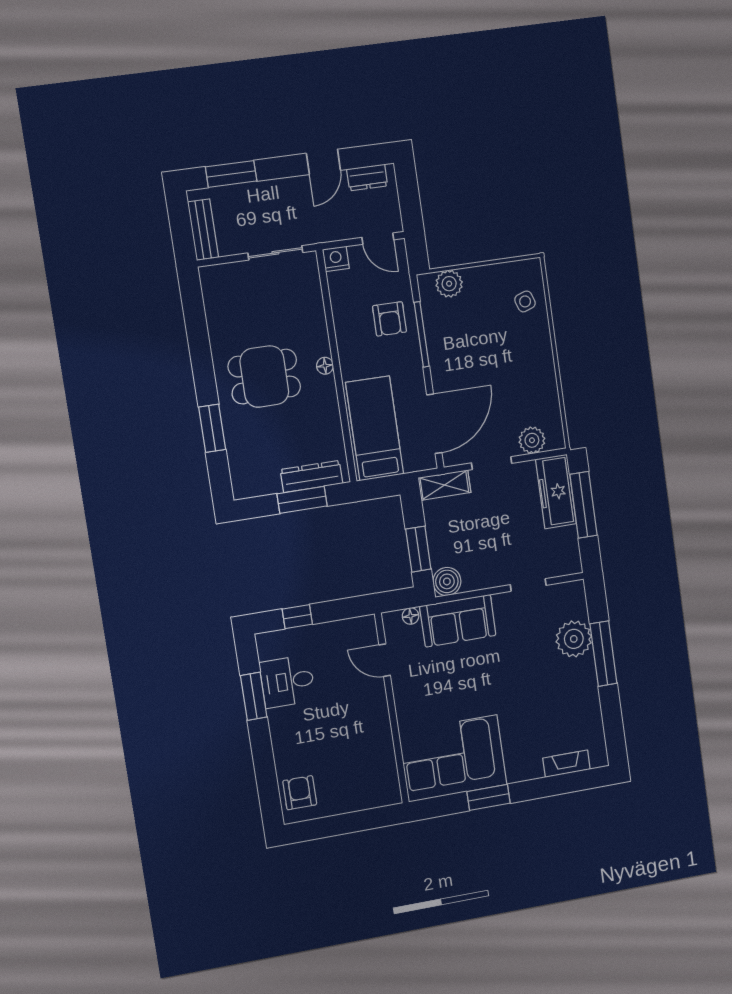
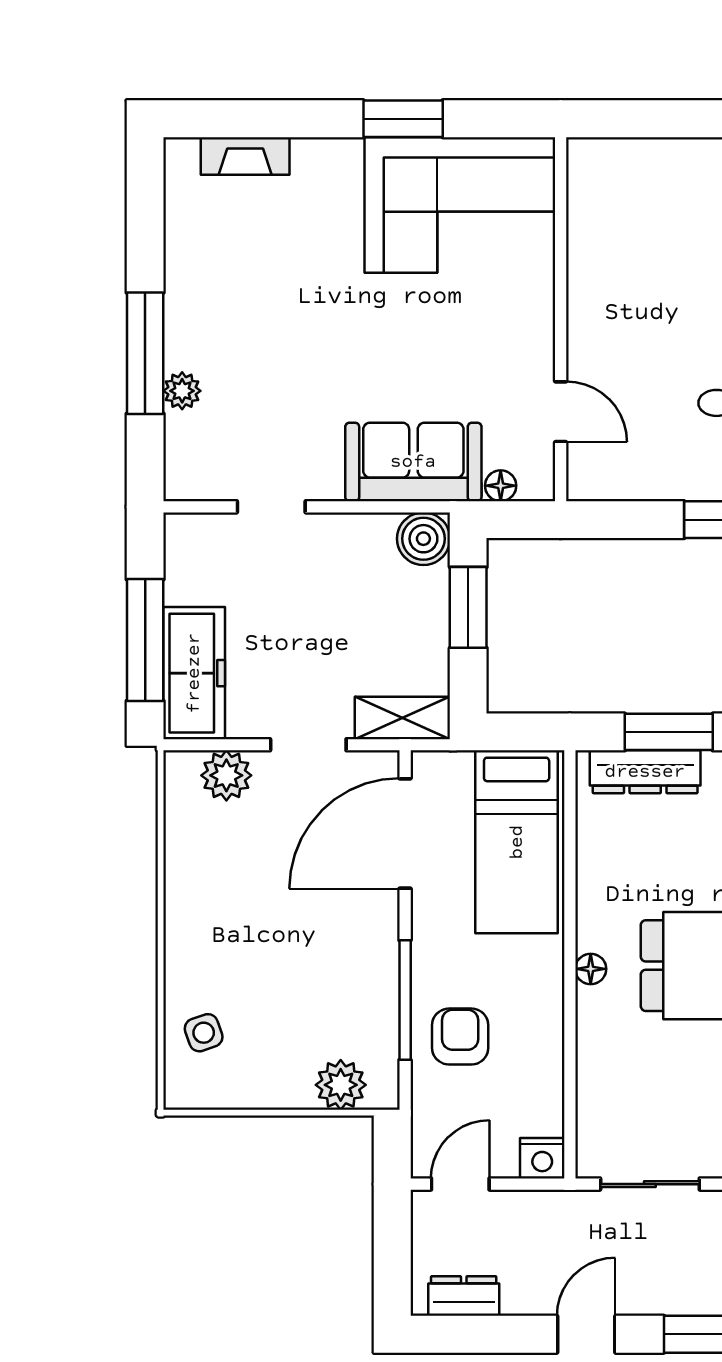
door: (323, 162) -> (586, 1334), moved
door: (378, 239) -> (460, 1184), hinge flipped
plant: (574, 639) -> (182, 391), width x0.53, depth x0.53

